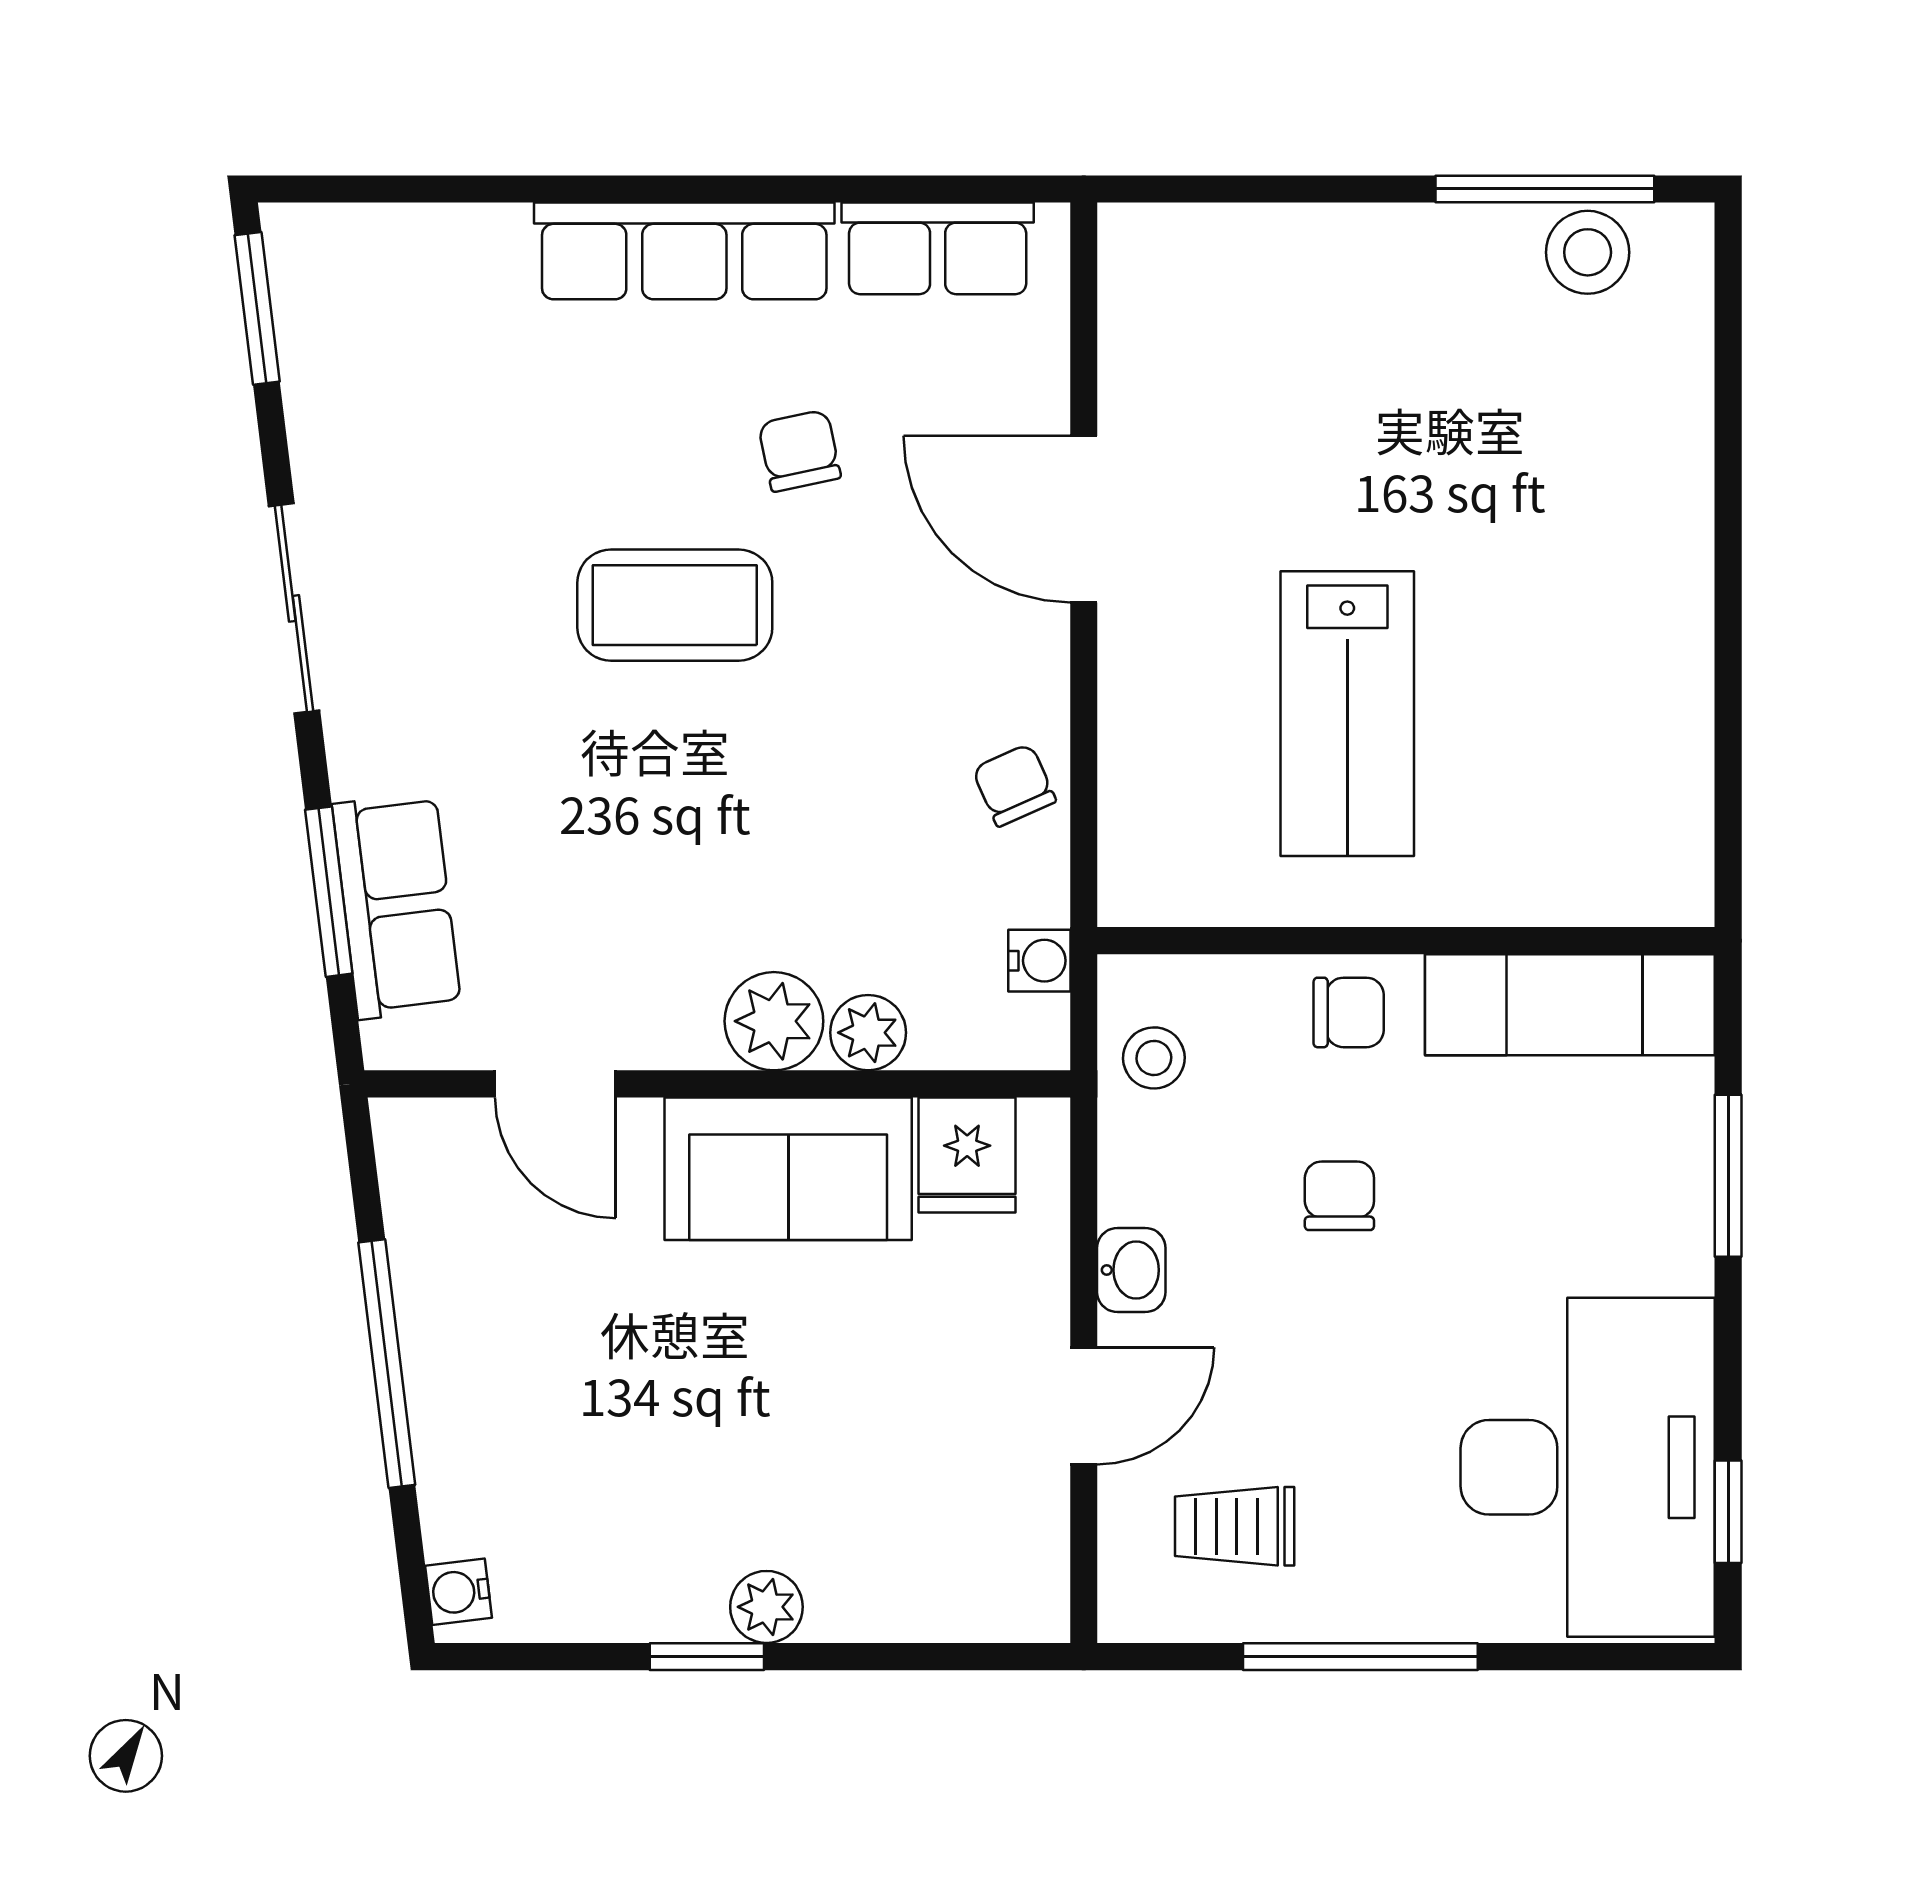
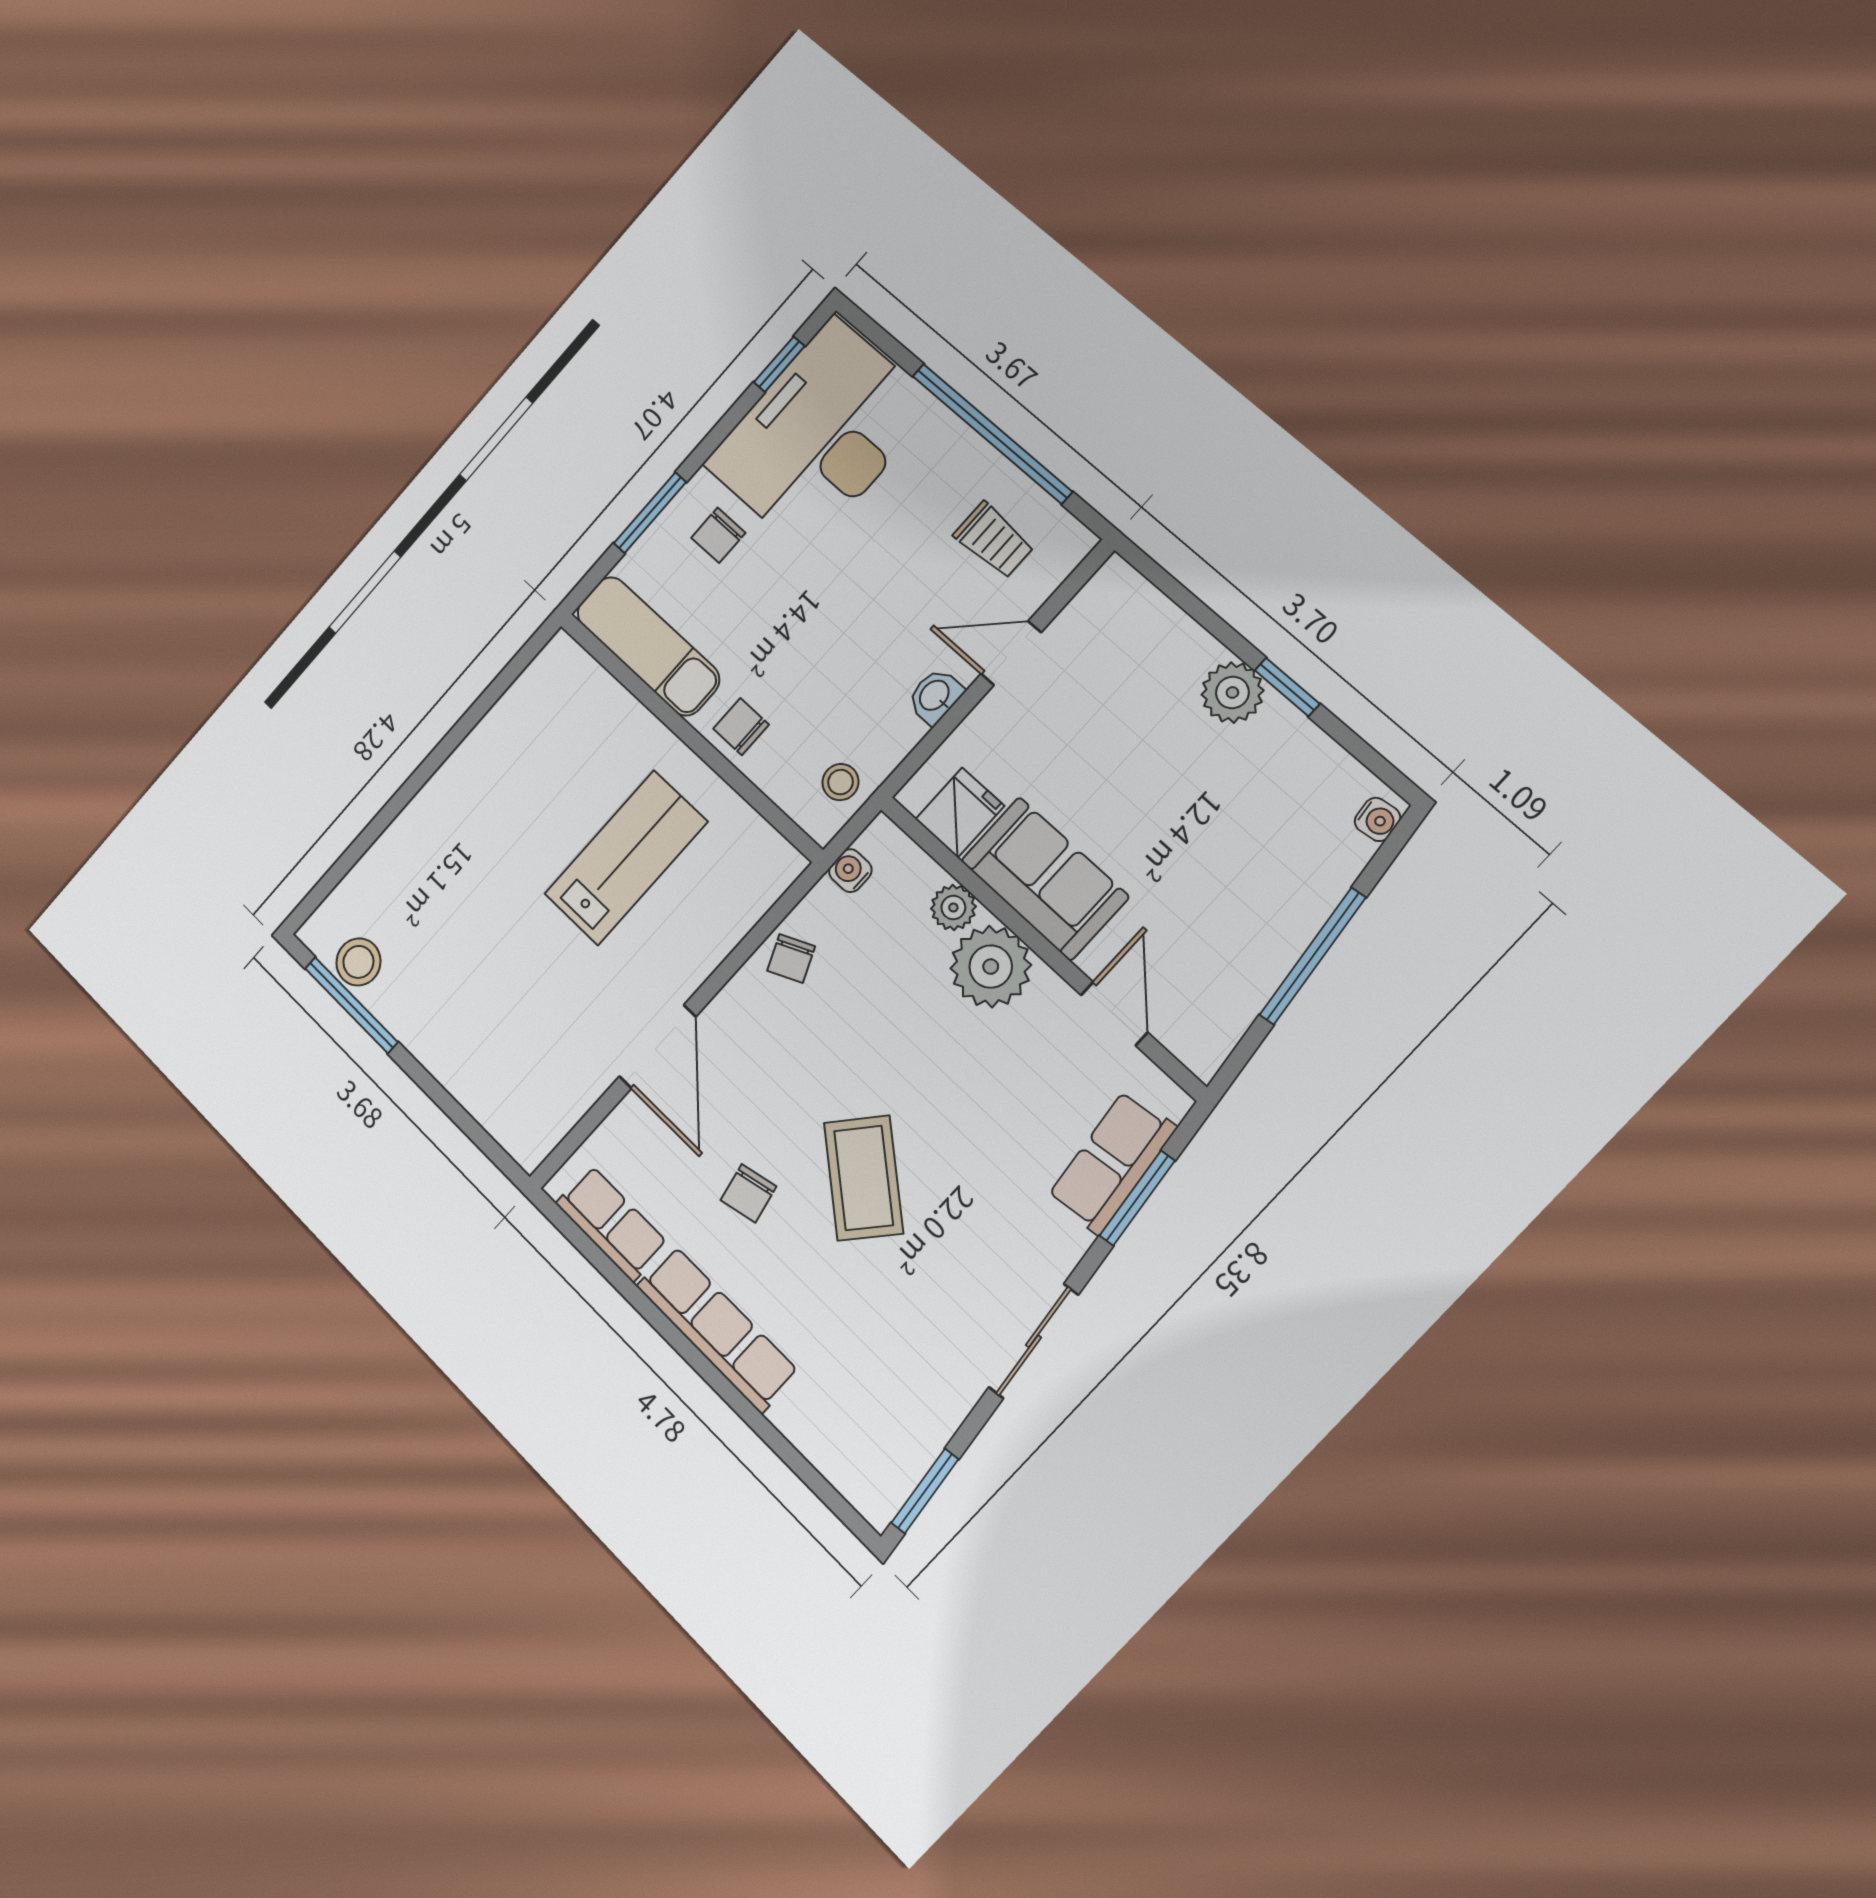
coffee table: (675, 605) -> (864, 1178), turned 40
plant: (774, 1021) -> (991, 967), width x1.36, depth x1.36
chair: (1339, 1196) -> (718, 535), moved
plant: (766, 1607) -> (1232, 693), width x1.38, depth x1.38
window: (1360, 1657) -> (992, 434), width x1.46

